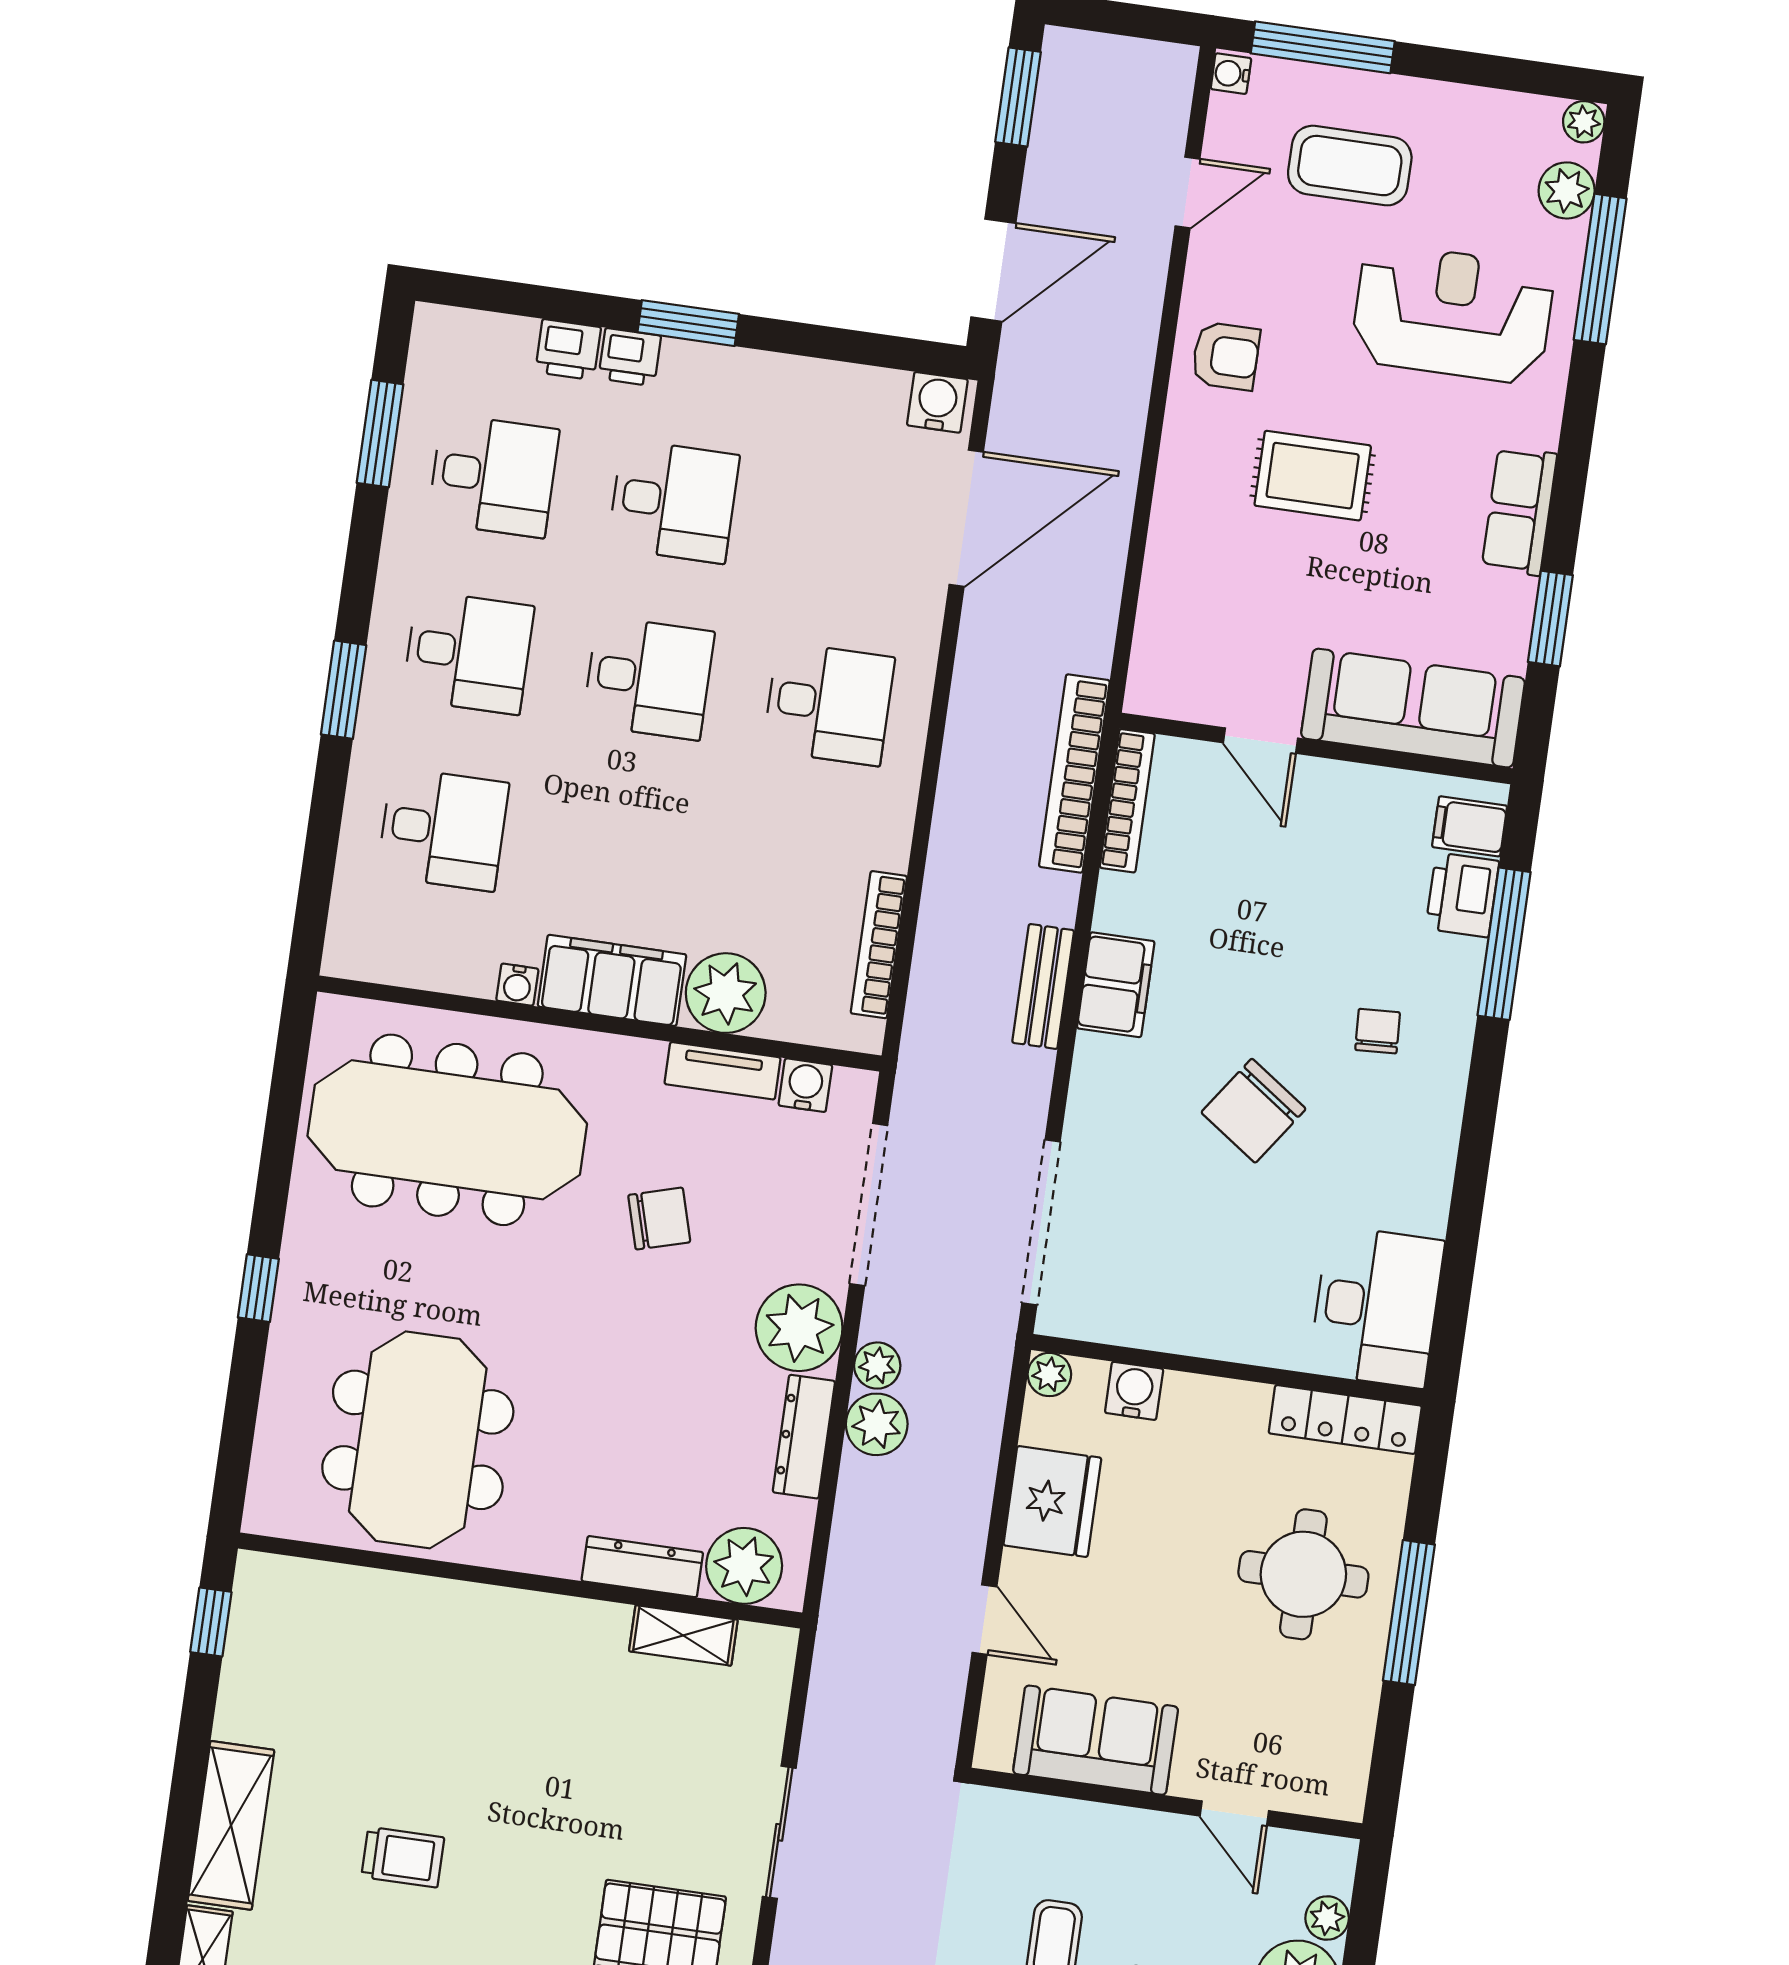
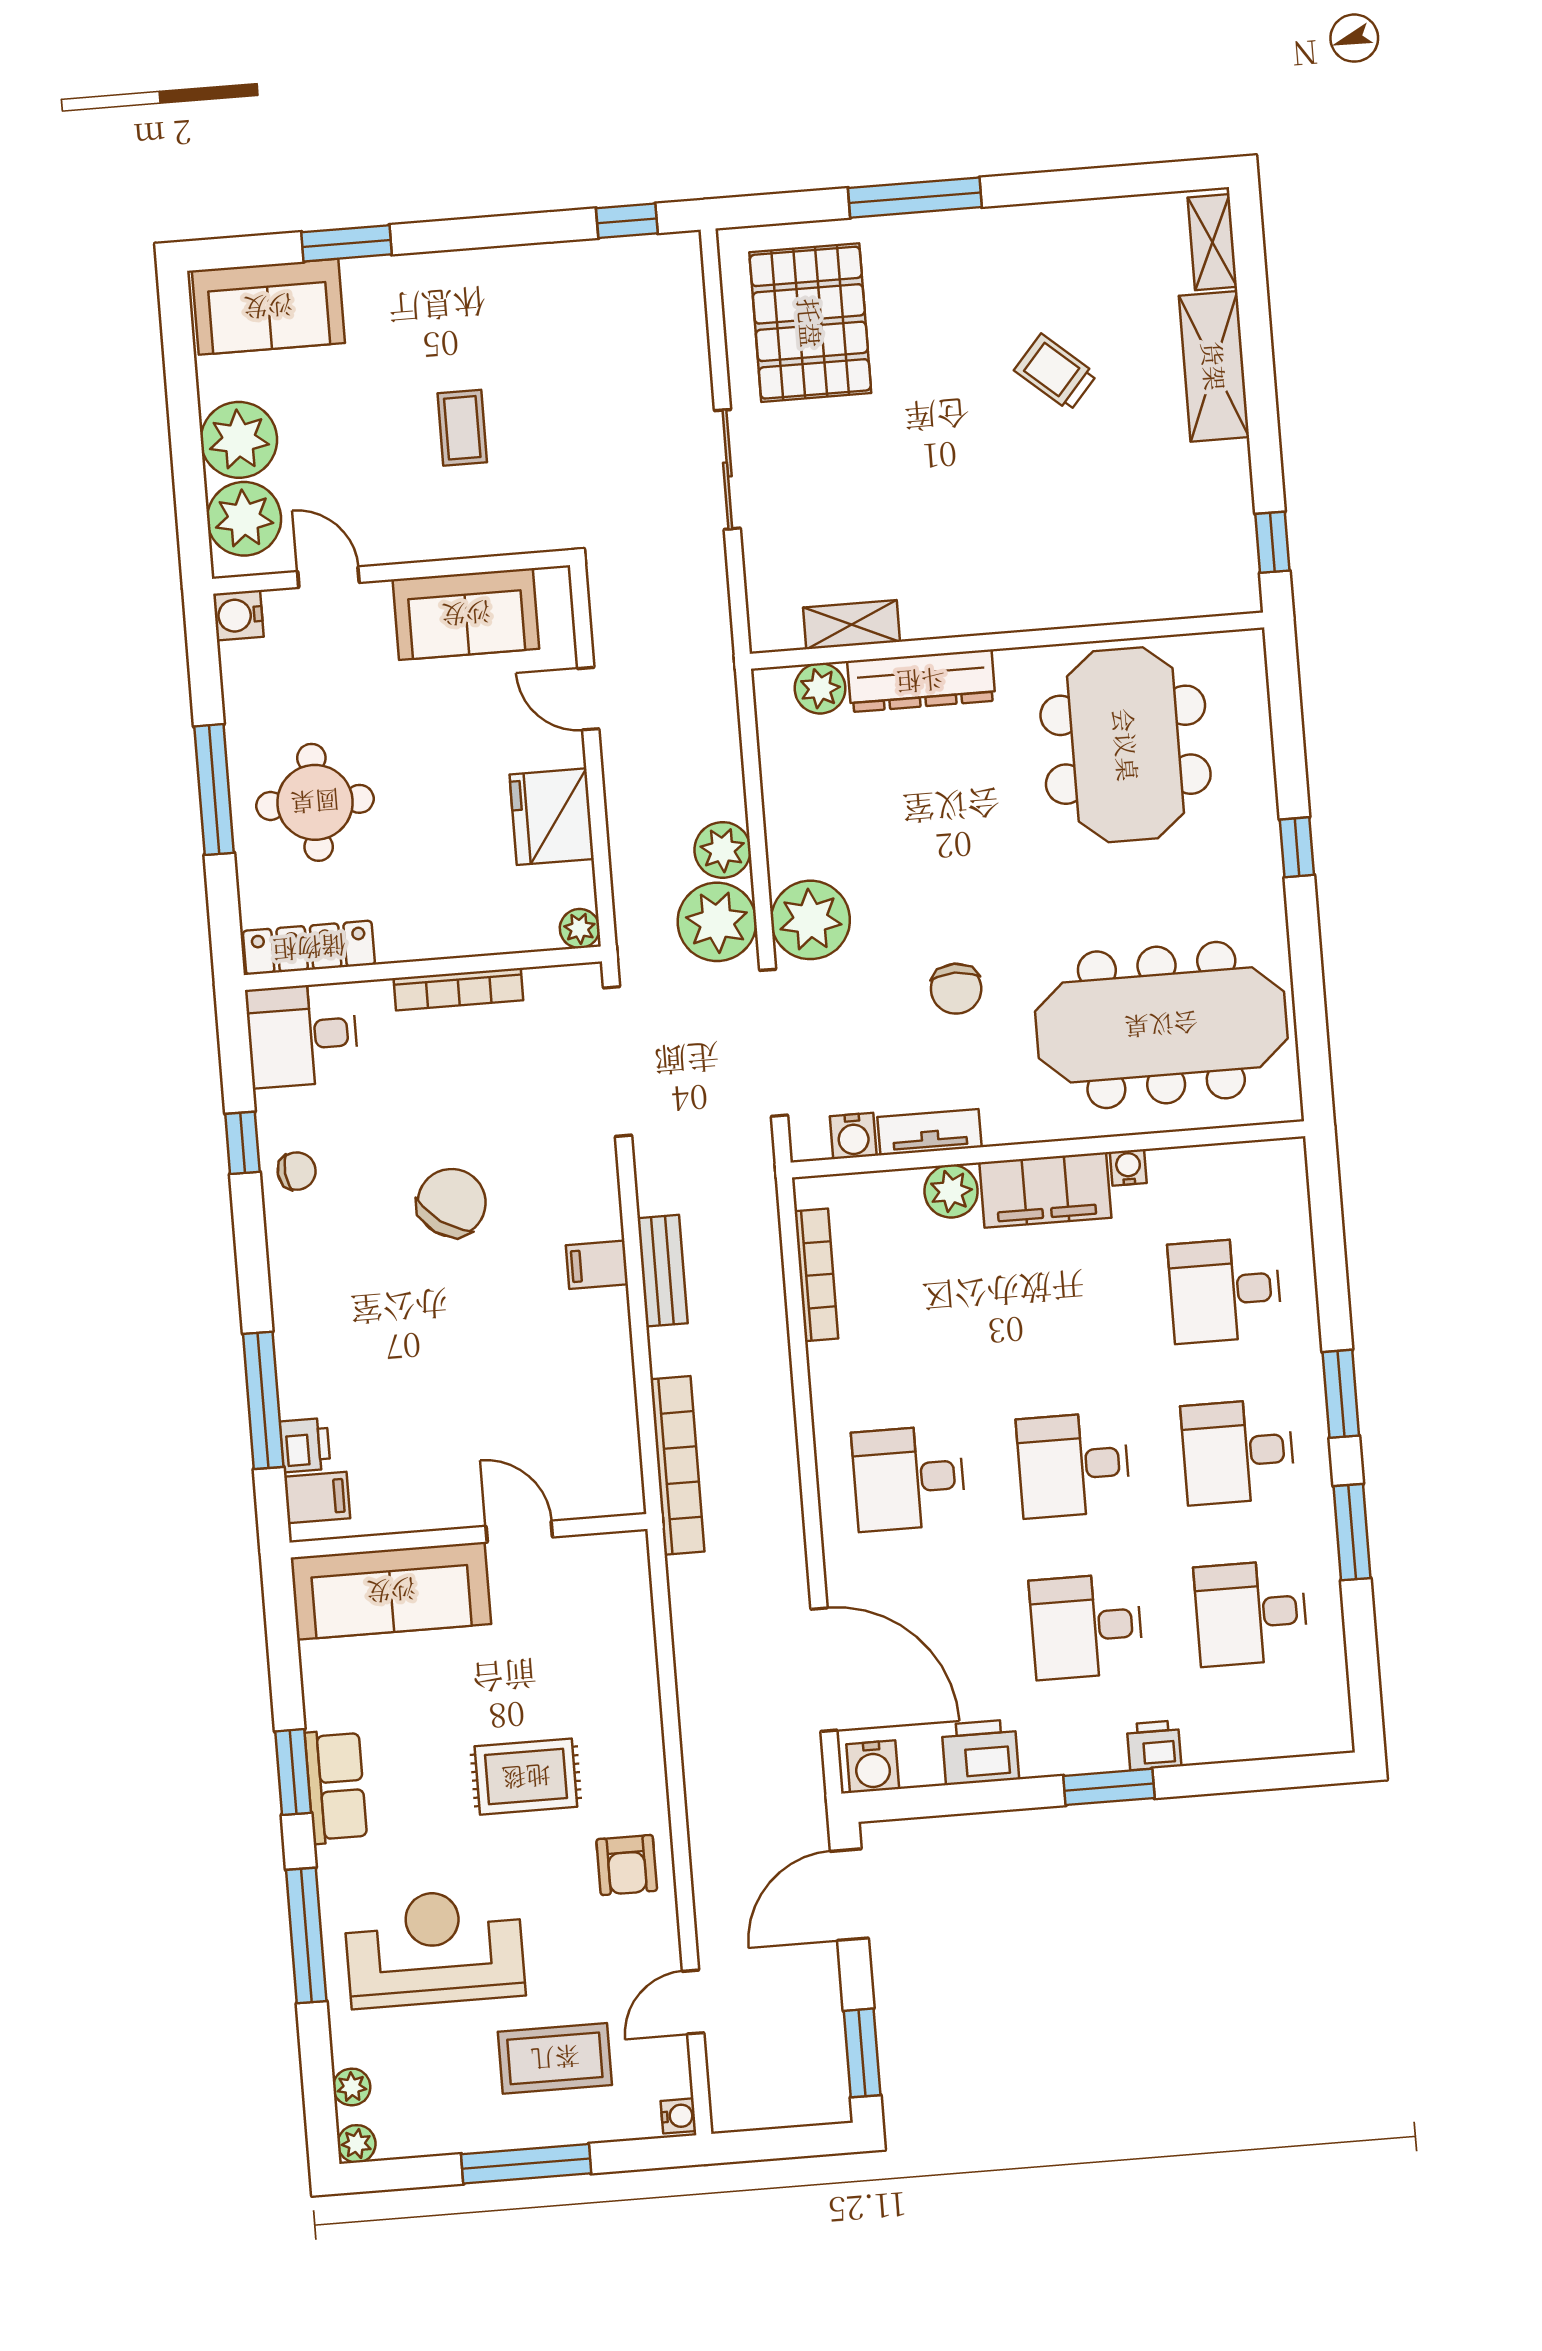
window: (1323, 47) -> (526, 2164), moved
plant: (1567, 190) -> (352, 2087), width x0.73, depth x0.73
window: (1600, 269) -> (306, 1936), moved
reception desk: (1453, 314) -> (434, 1948), turned 180
printer: (568, 350) -> (980, 1752), moved, width x1.36, depth x1.24
armchair: (1226, 356) -> (627, 1865), turned -90
window: (380, 434) -> (1352, 1532), moved
door: (966, 518) -> (824, 1670), swing flipped
window: (1550, 619) -> (293, 1772), moved
bookcase: (1127, 801) -> (458, 989), moved, turned -90
printer: (1462, 895) -> (305, 1445), width x0.73, depth x0.81
filing cabinet: (1116, 985) -> (597, 1265), width x0.50
plant: (726, 993) -> (951, 1191), width x0.73, depth x0.73
chair: (1378, 1031) -> (297, 1171), moved, turned -93
chair: (659, 1219) -> (956, 989), turned -74
window: (1464, 1226) -> (242, 1143), added
desk: (1376, 1307) -> (302, 1035), width x0.73
plant: (877, 1366) -> (717, 922), width x1.87, depth x1.87
water cooler: (1134, 1391) -> (238, 615), moved, turned 90
dresser: (804, 1437) -> (784, 825), removed
plant: (744, 1566) -> (820, 688), width x0.73, depth x0.73
dresser: (642, 1567) -> (921, 681), width x1.37, depth x1.24
trolley: (403, 1857) -> (1055, 372), turned 41
plant: (1327, 1918) -> (244, 519), width x1.87, depth x1.87

